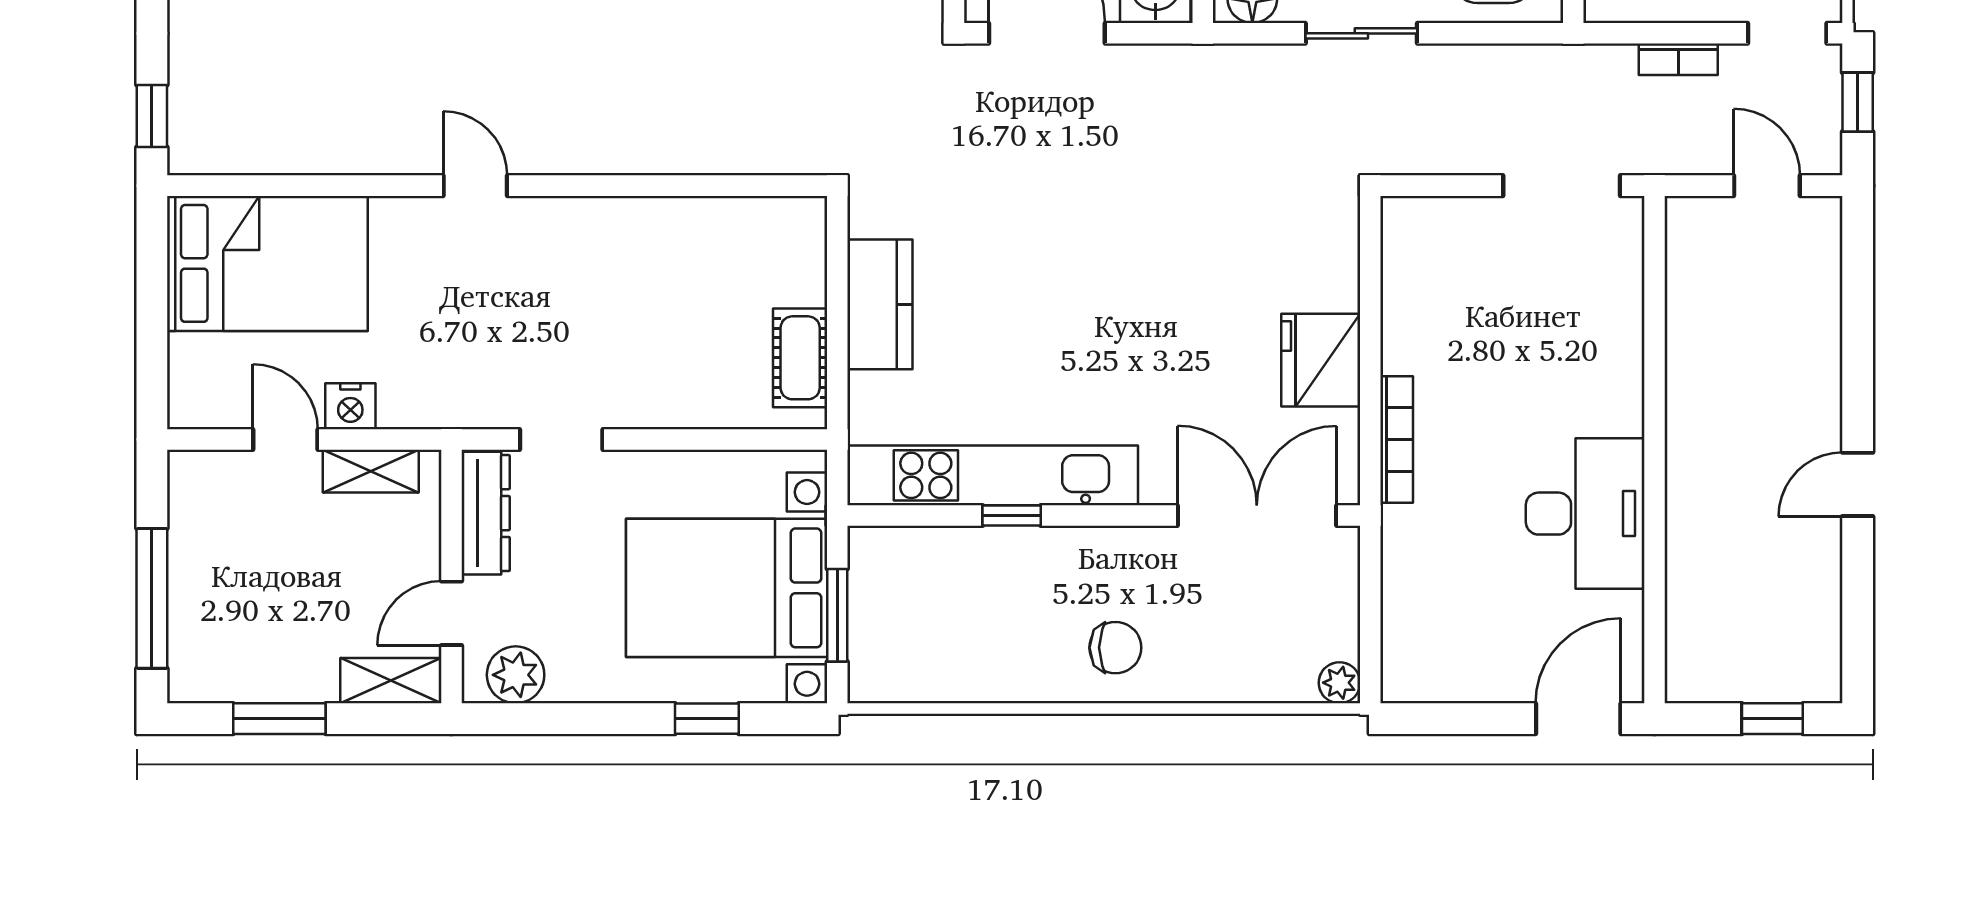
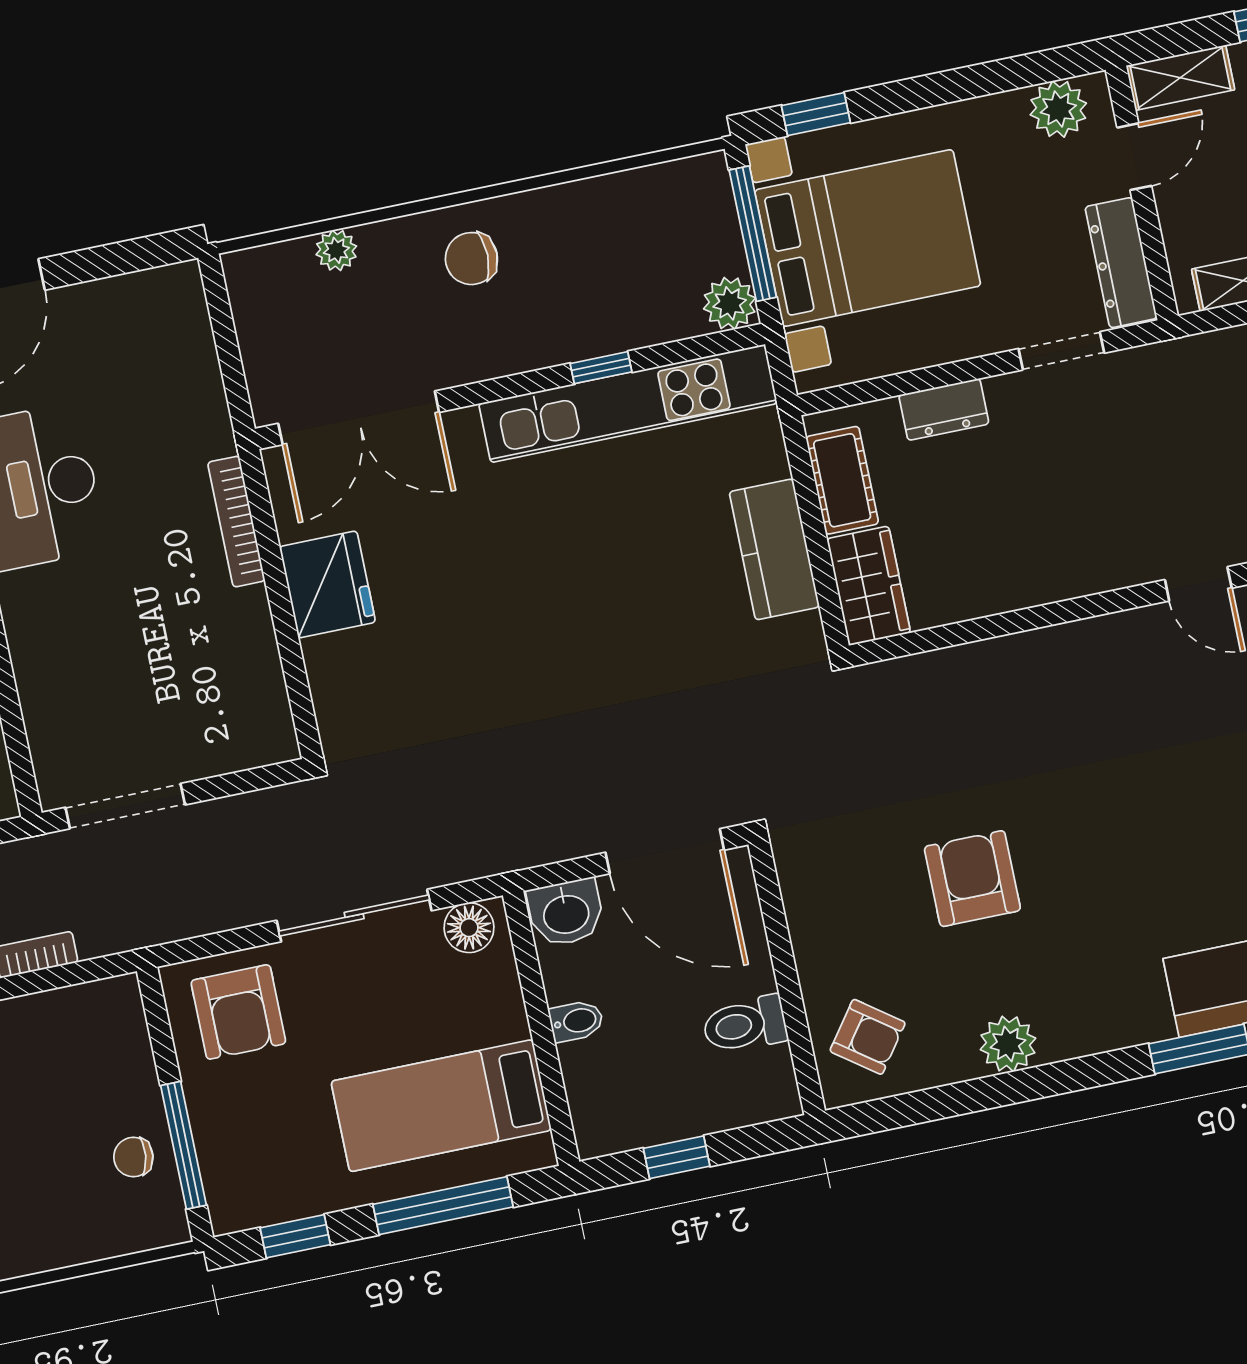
sliding door: (1361, 33) -> (354, 916), width x1.37
wardrobe: (796, 250) -> (869, 586), added
dresser: (687, 406) -> (944, 409), added
plant: (874, 552) -> (730, 303), added
window: (837, 615) -> (753, 234), width x1.44
plant: (1339, 683) -> (336, 250), moved
window: (707, 719) -> (816, 114), moved

